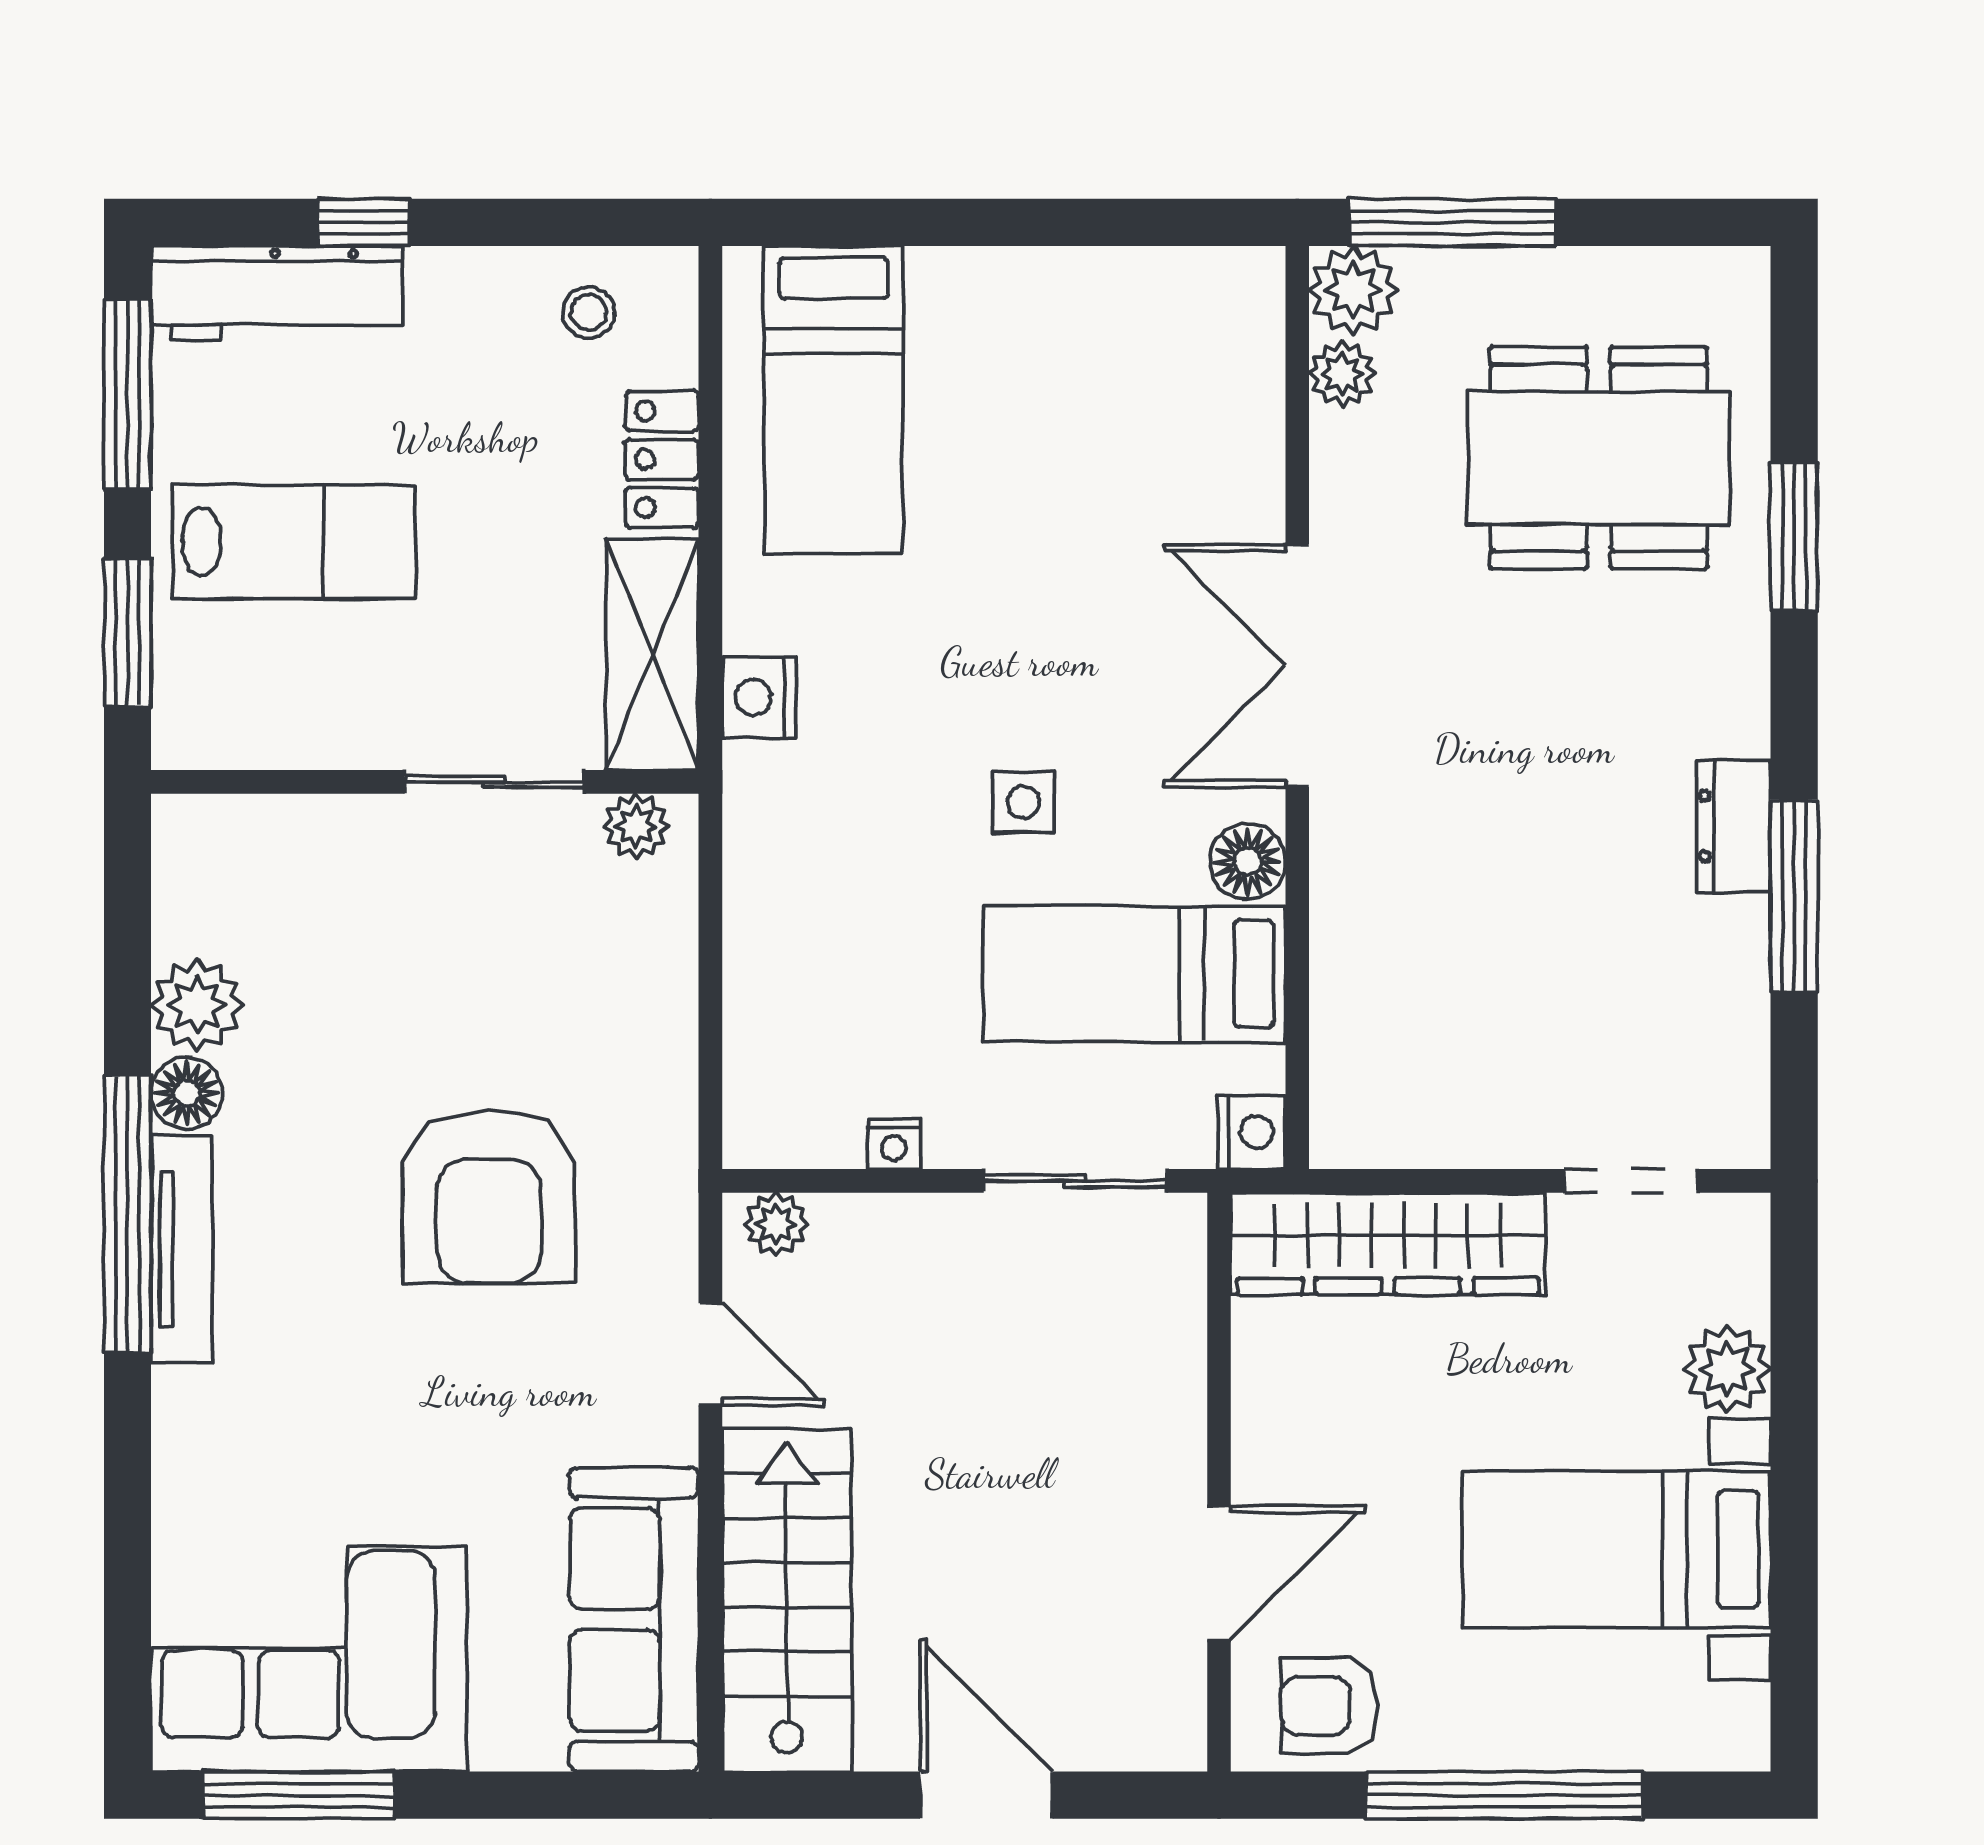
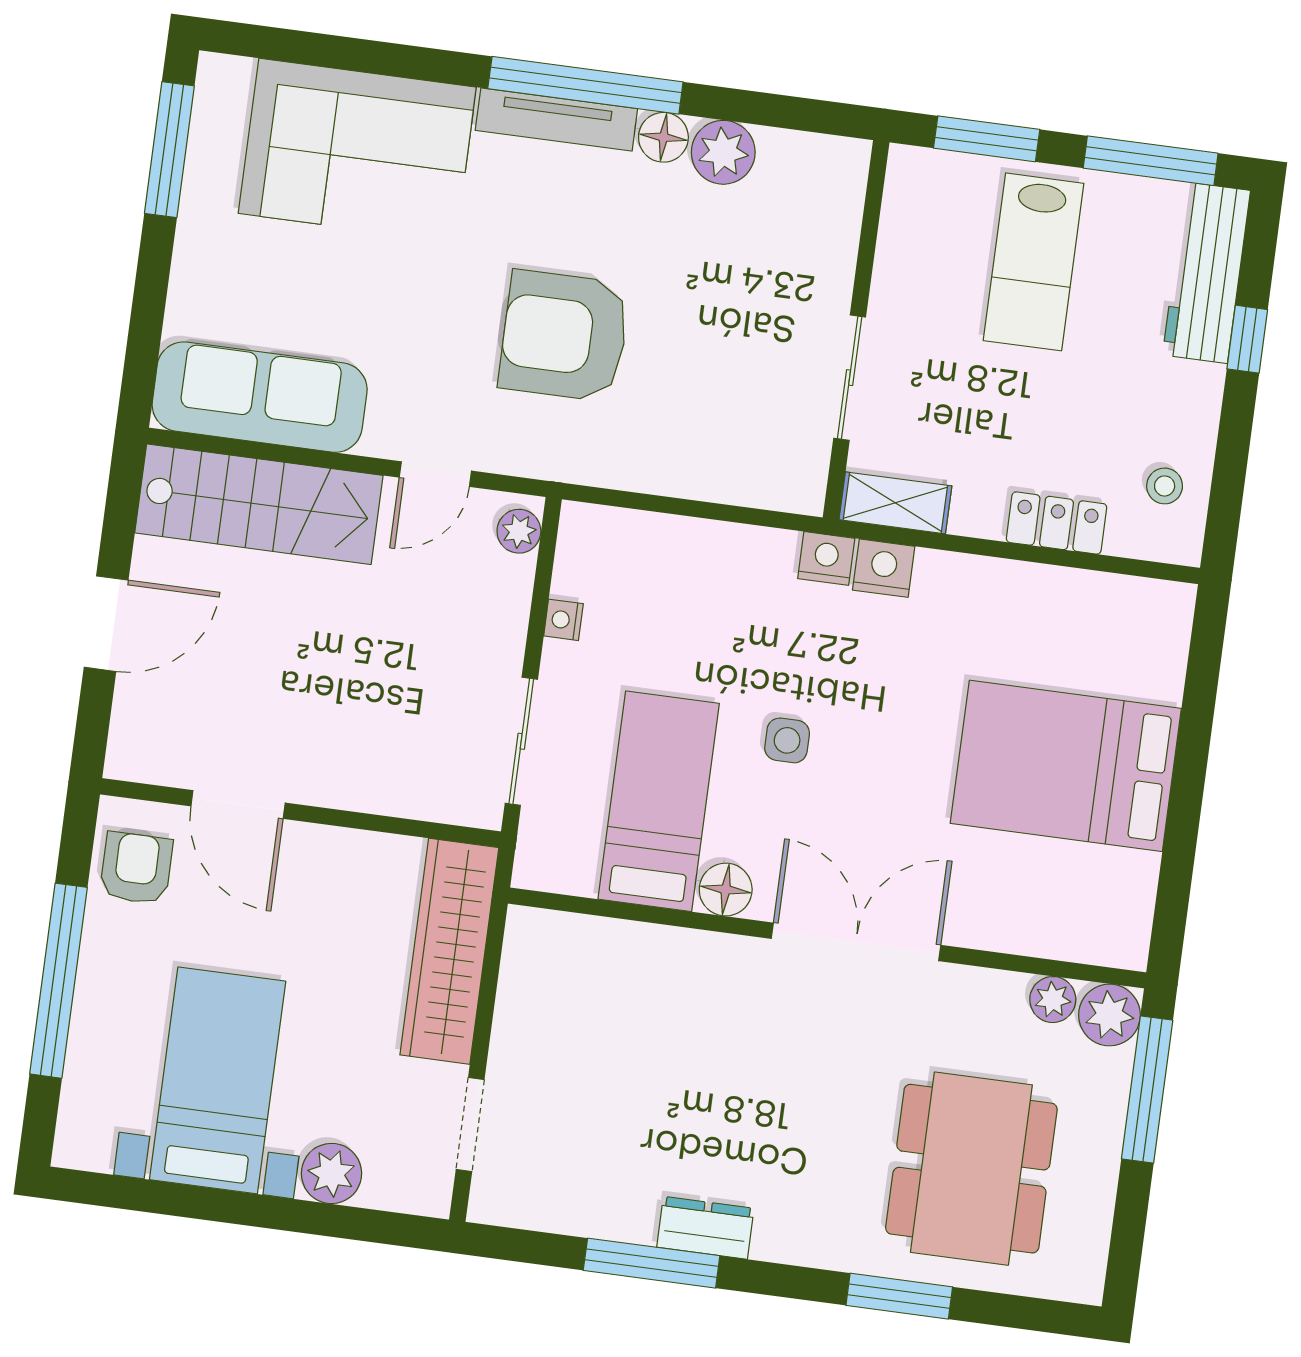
bed: (834, 400) -> (1066, 766), moved, width x1.50
shelving: (652, 654) -> (895, 503), width x0.67, depth x0.75
plant: (636, 826) -> (806, 472), removed
nightstand: (1251, 1132) -> (826, 558), moved, turned 180
corner sofa: (309, 1659) -> (357, 150), moved, turned 90

